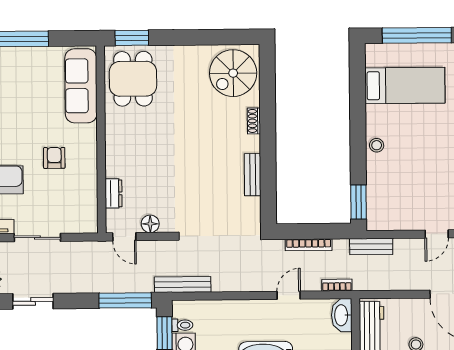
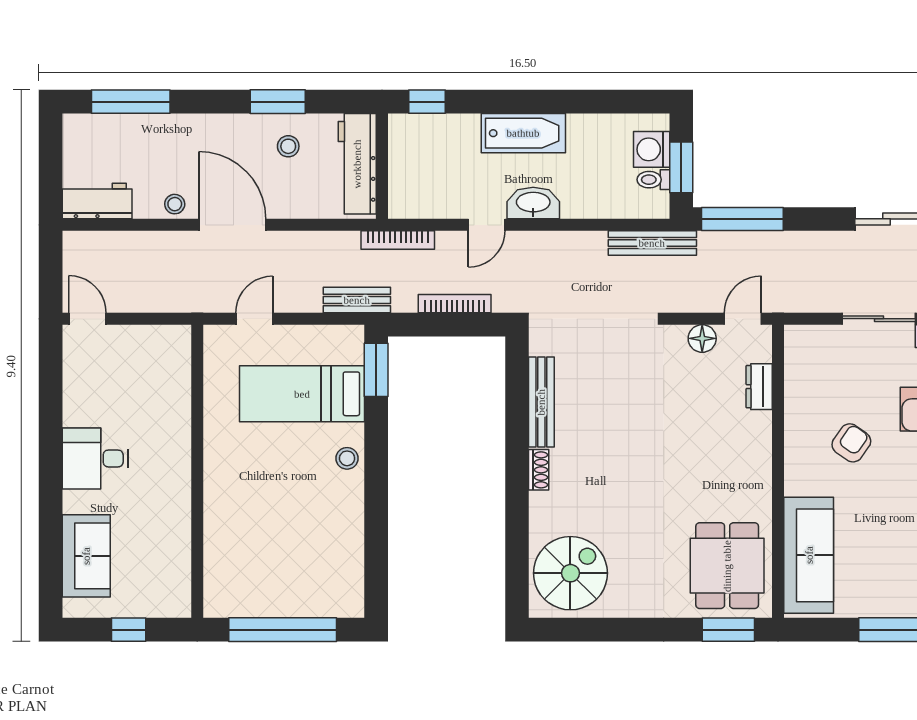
bed: (405, 85) -> (302, 394), moved
shoe rack: (254, 121) -> (539, 470), moved
armchair: (54, 158) -> (851, 443), turned -145
bench: (253, 175) -> (541, 402), width x1.36
door: (124, 237) -> (743, 319), hinge flipped
bookcase: (337, 285) -> (398, 240), width x1.56
washbasin: (342, 315) -> (533, 203), moved, turned -90

